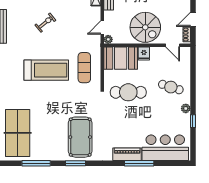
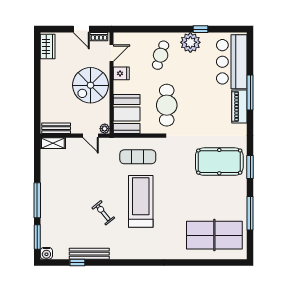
exercise bike: (45, 23) -> (103, 213), moved
spiral stairs: (145, 27) -> (90, 85), turned 180
fridge: (144, 54) -> (121, 73), moved
plant: (186, 108) -> (190, 42), width x1.88, depth x1.88

